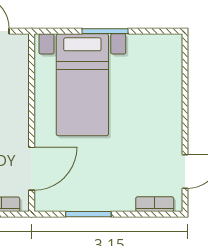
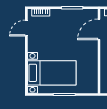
bed with nightstands: (82, 85) -> (52, 73), moved, turned 90

